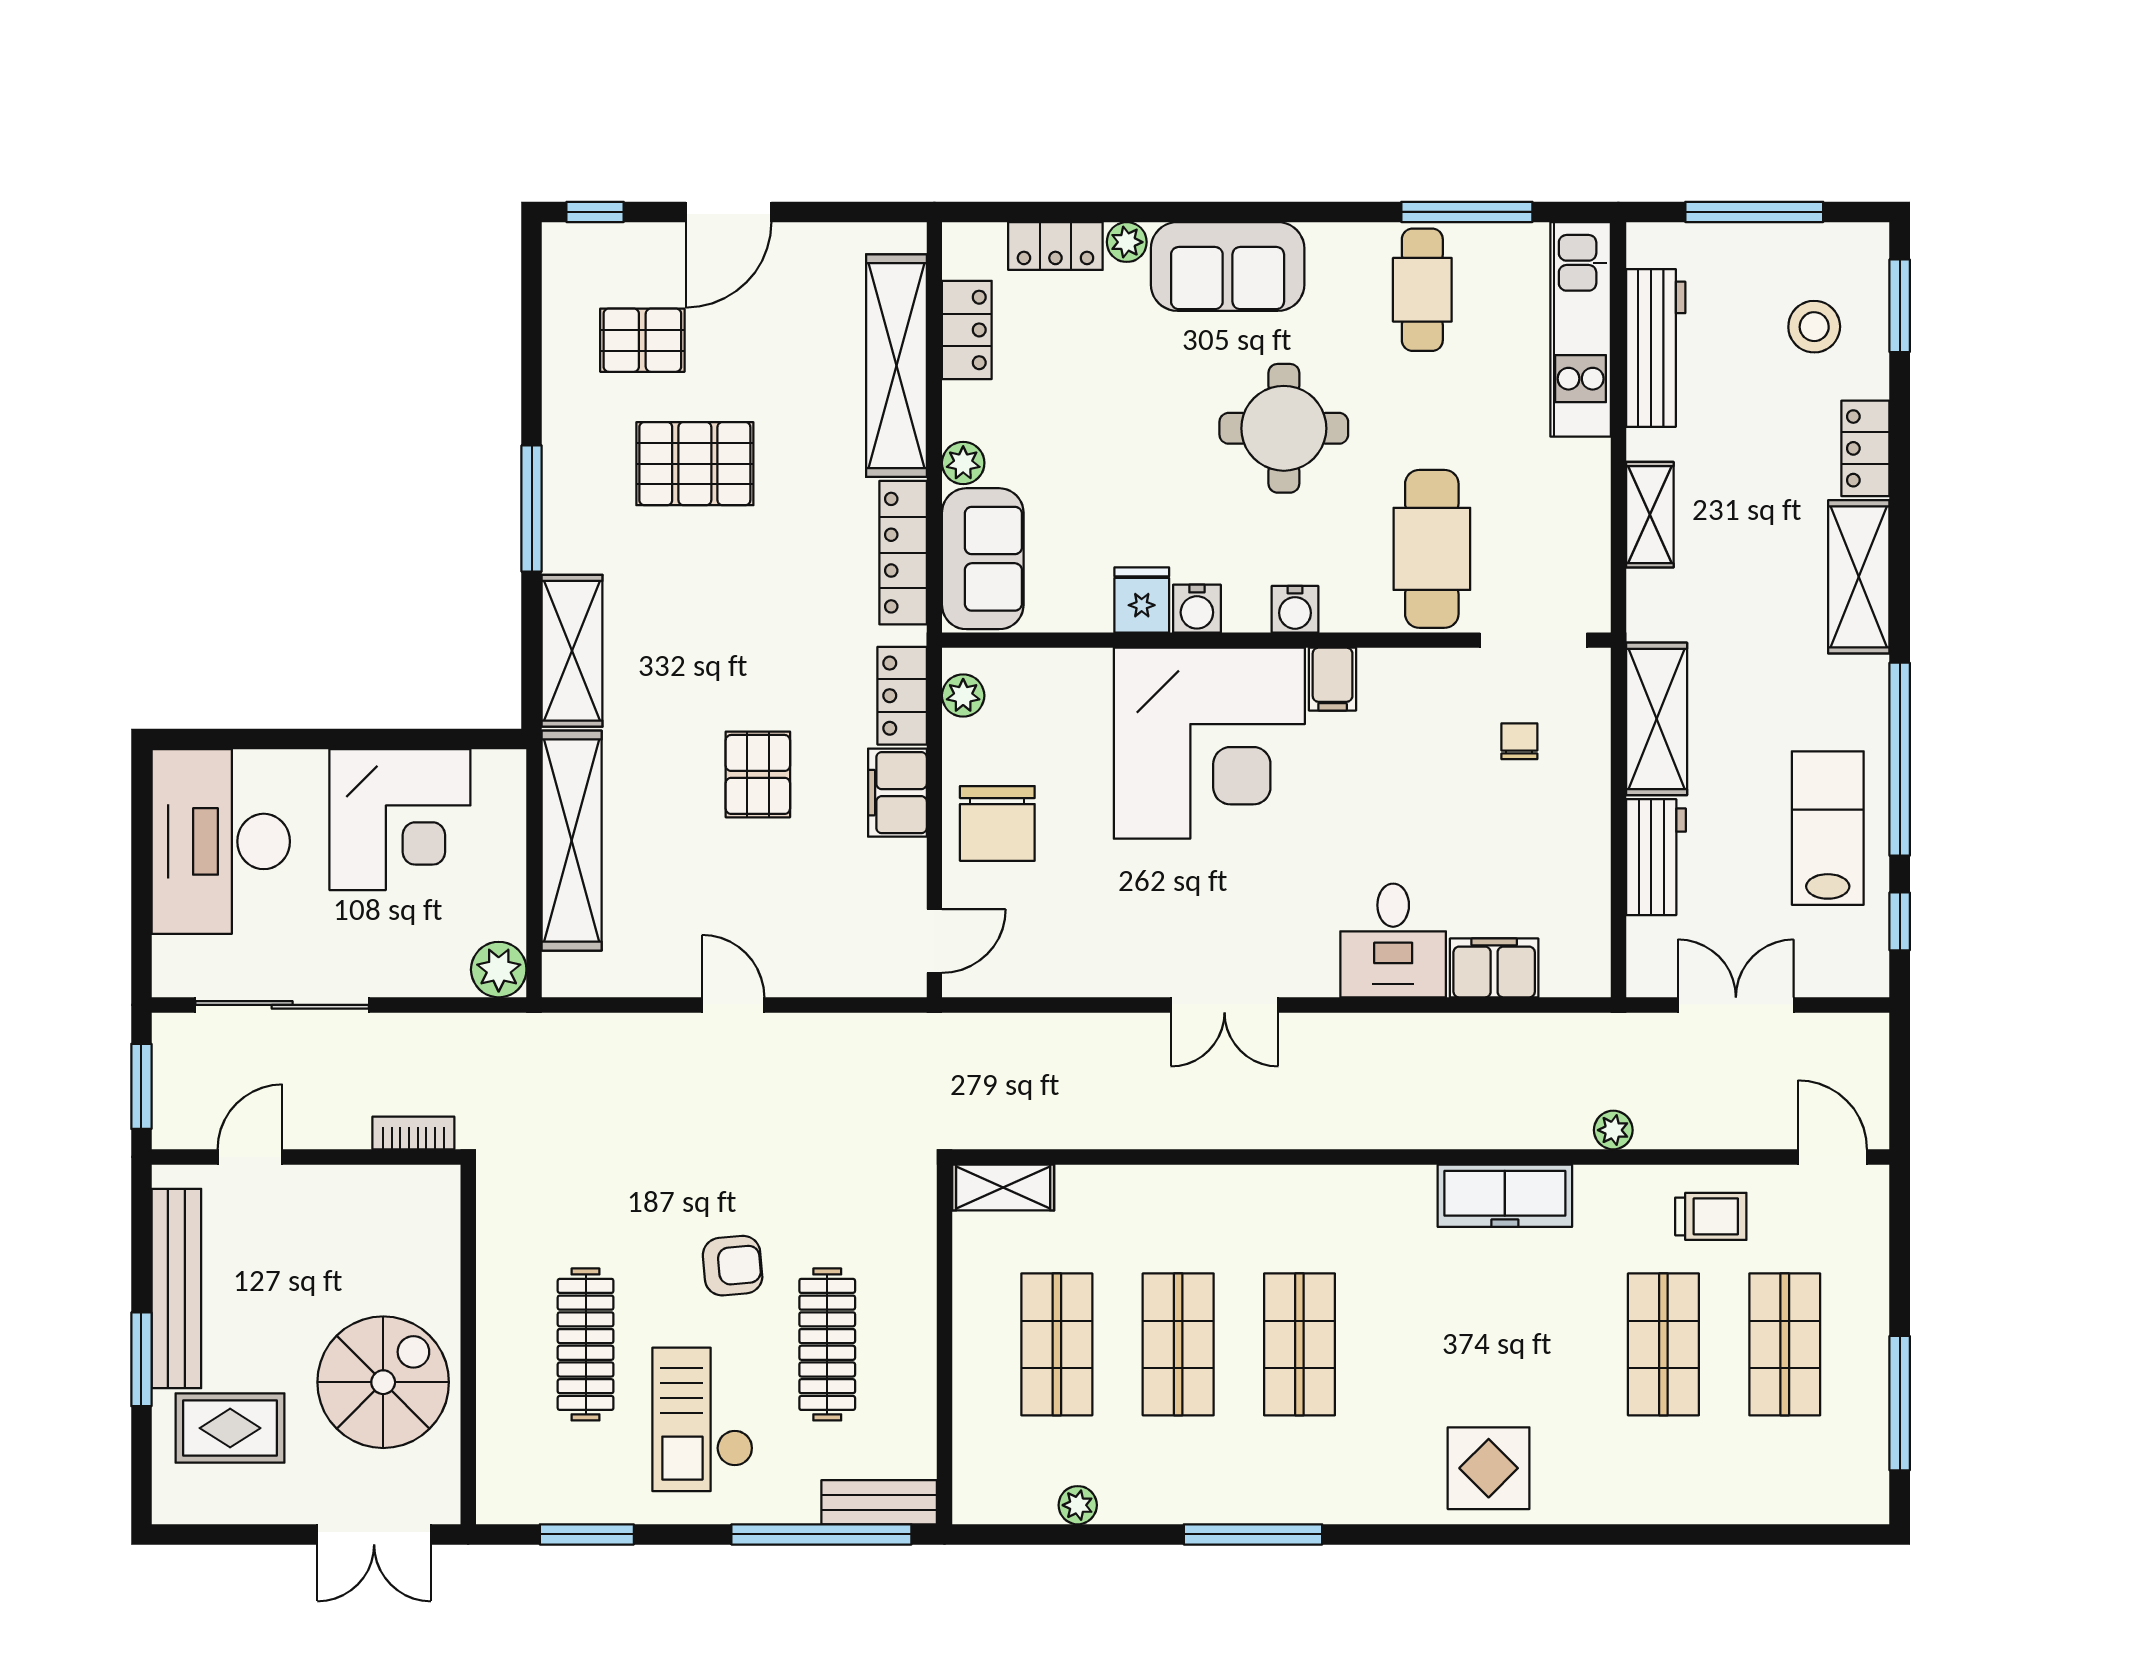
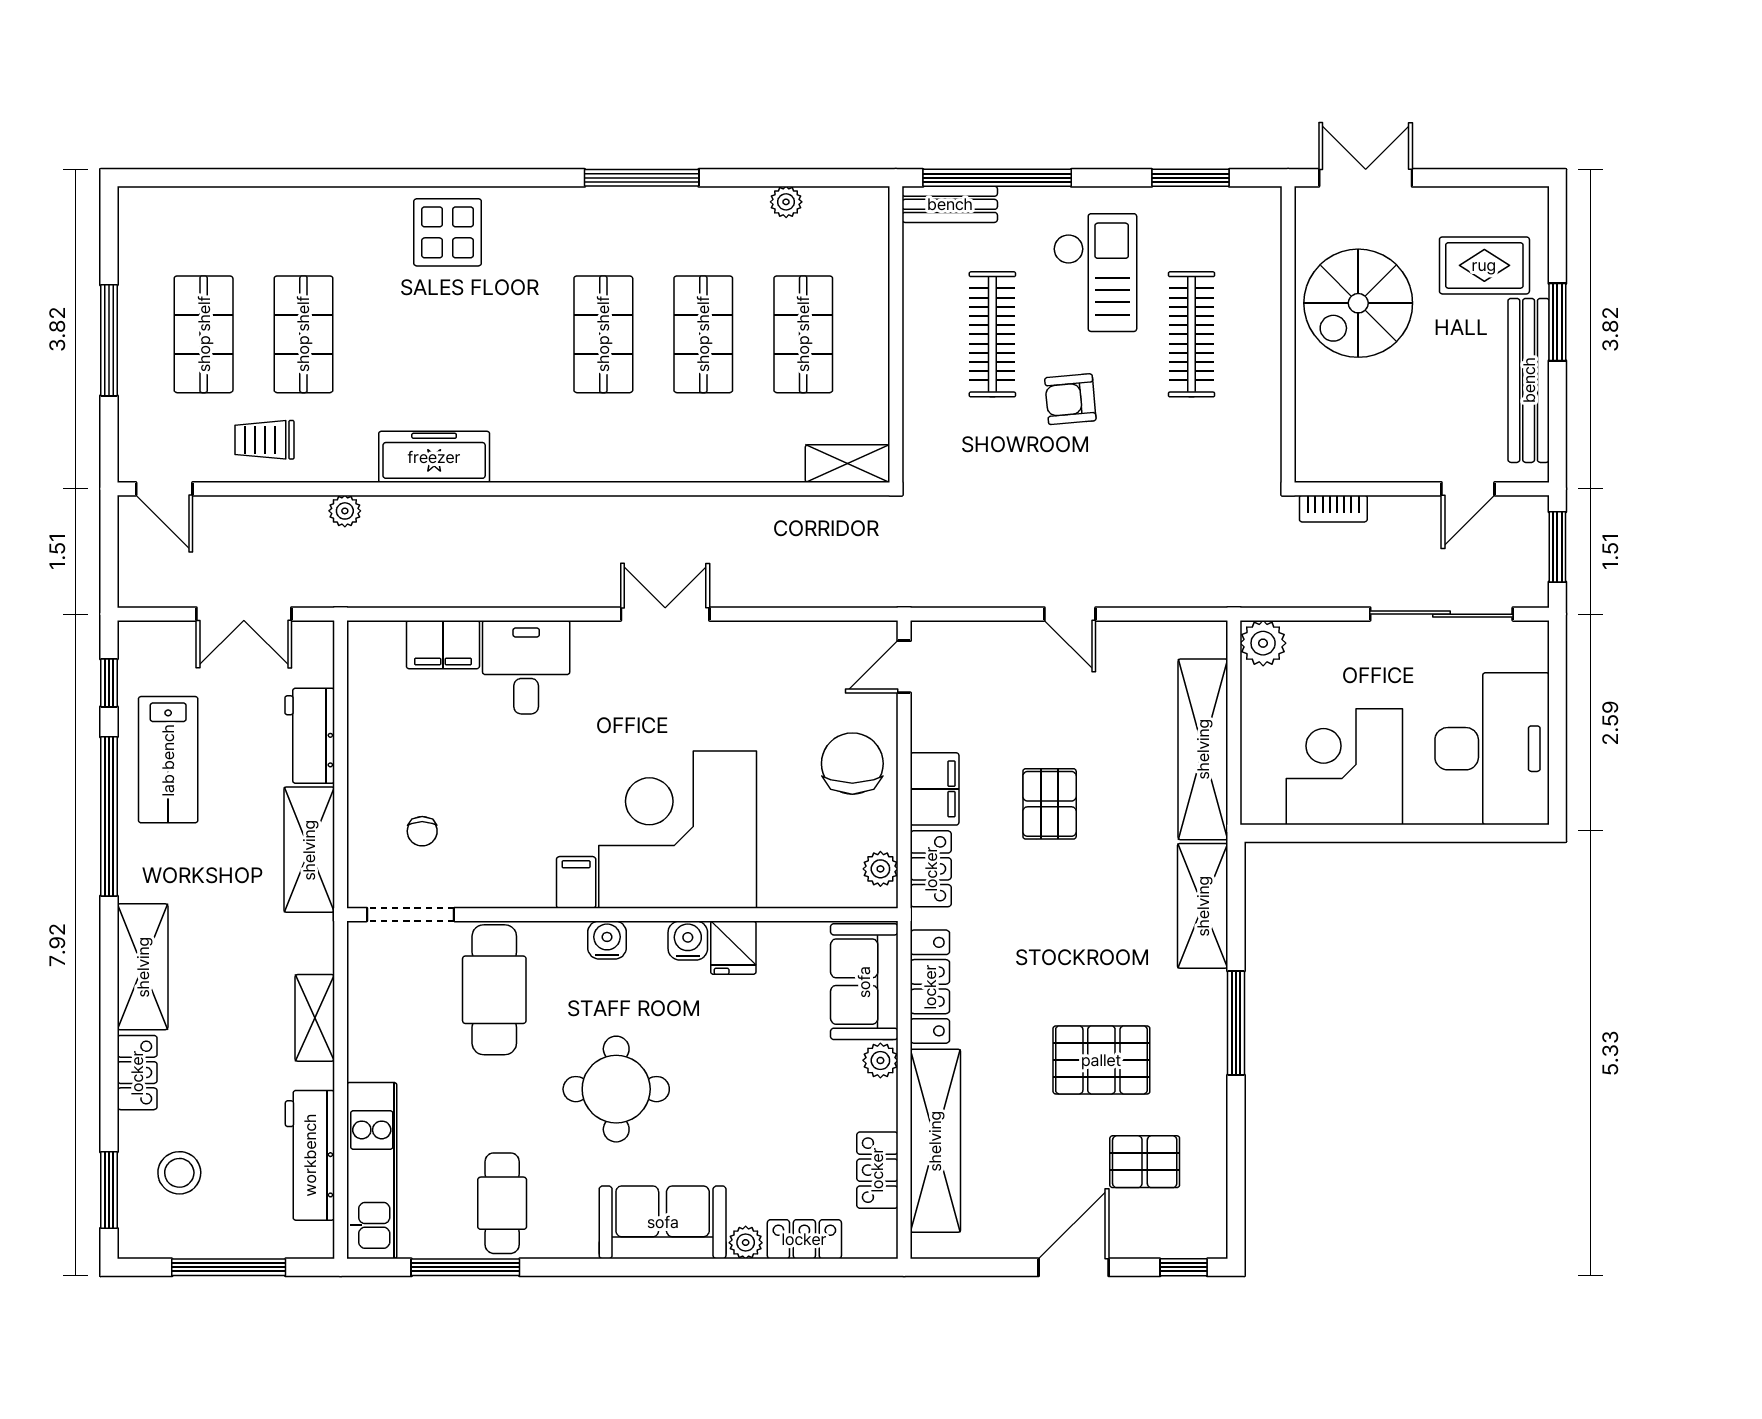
window: (1900, 1403) -> (109, 340), moved

